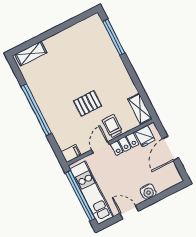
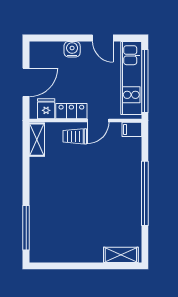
pallet: (88, 103) -> (88, 173), removed
trolley: (112, 126) -> (75, 136), turned 90

